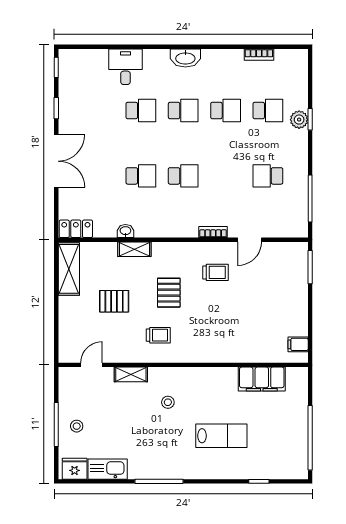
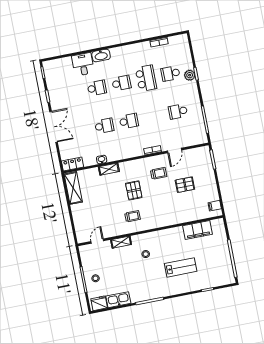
washbasin: (185, 58) -> (101, 55), moved
school desk: (226, 111) -> (146, 78), width x1.85
school desk: (268, 111) -> (171, 73), turned 180
pallet: (114, 301) -> (185, 185), moved

